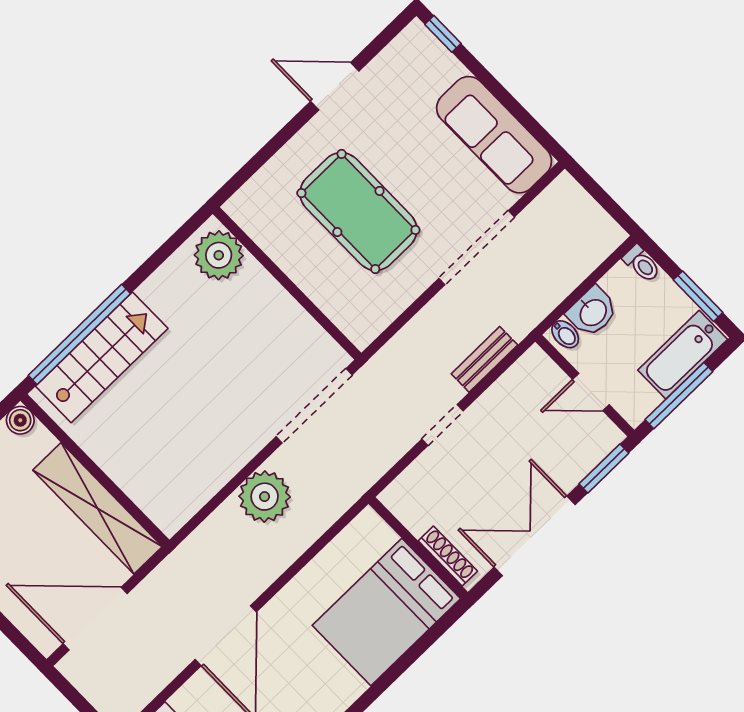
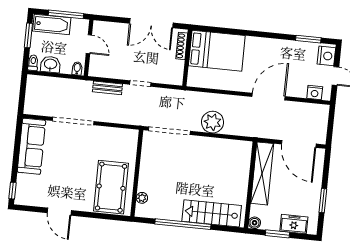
pool table: (358, 211) -> (111, 187), moved
plant: (219, 255) -> (142, 198), width x0.53, depth x0.53
washbasin: (592, 312) -> (50, 64), moved
window: (79, 334) -> (183, 224), moved
window: (604, 469) -> (110, 19), removed

